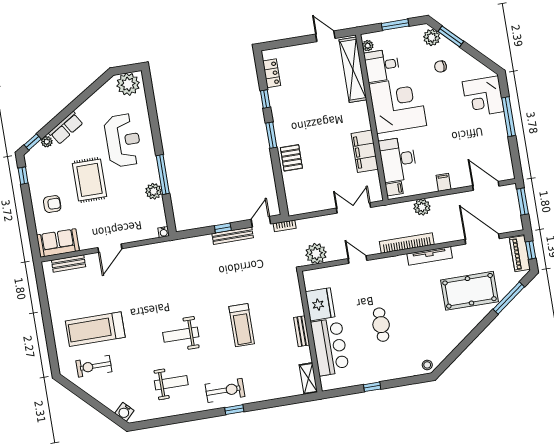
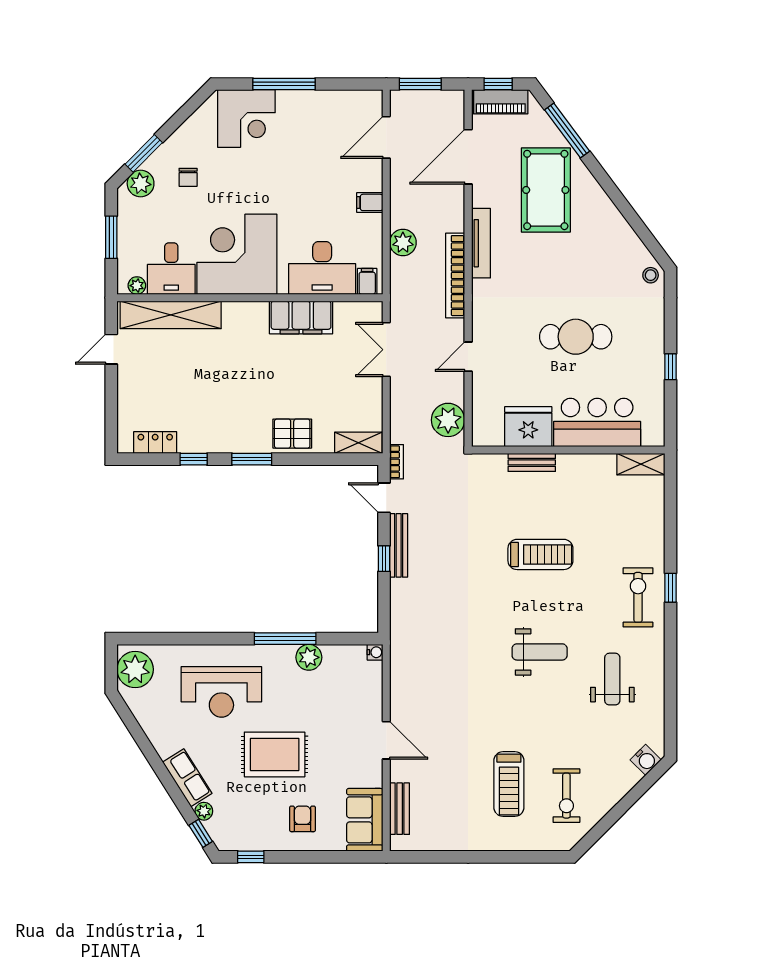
reception desk: (123, 140) -> (221, 692), turned 180
shelving: (293, 200) -> (358, 443), added
cafe table: (381, 325) -> (576, 337), width x1.37, depth x1.35
treadmill: (95, 329) -> (509, 784), width x0.73, depth x0.73
bench: (302, 331) -> (532, 462), moved
weight bench: (181, 335) -> (540, 652), turned -90

